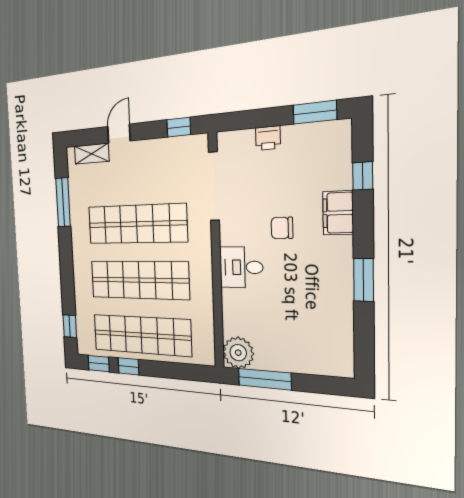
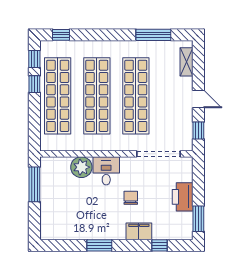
door: (119, 134) -> (198, 99), moved
printer: (268, 138) -> (183, 197), width x1.87, depth x1.48
plant: (238, 353) -> (81, 167), moved

